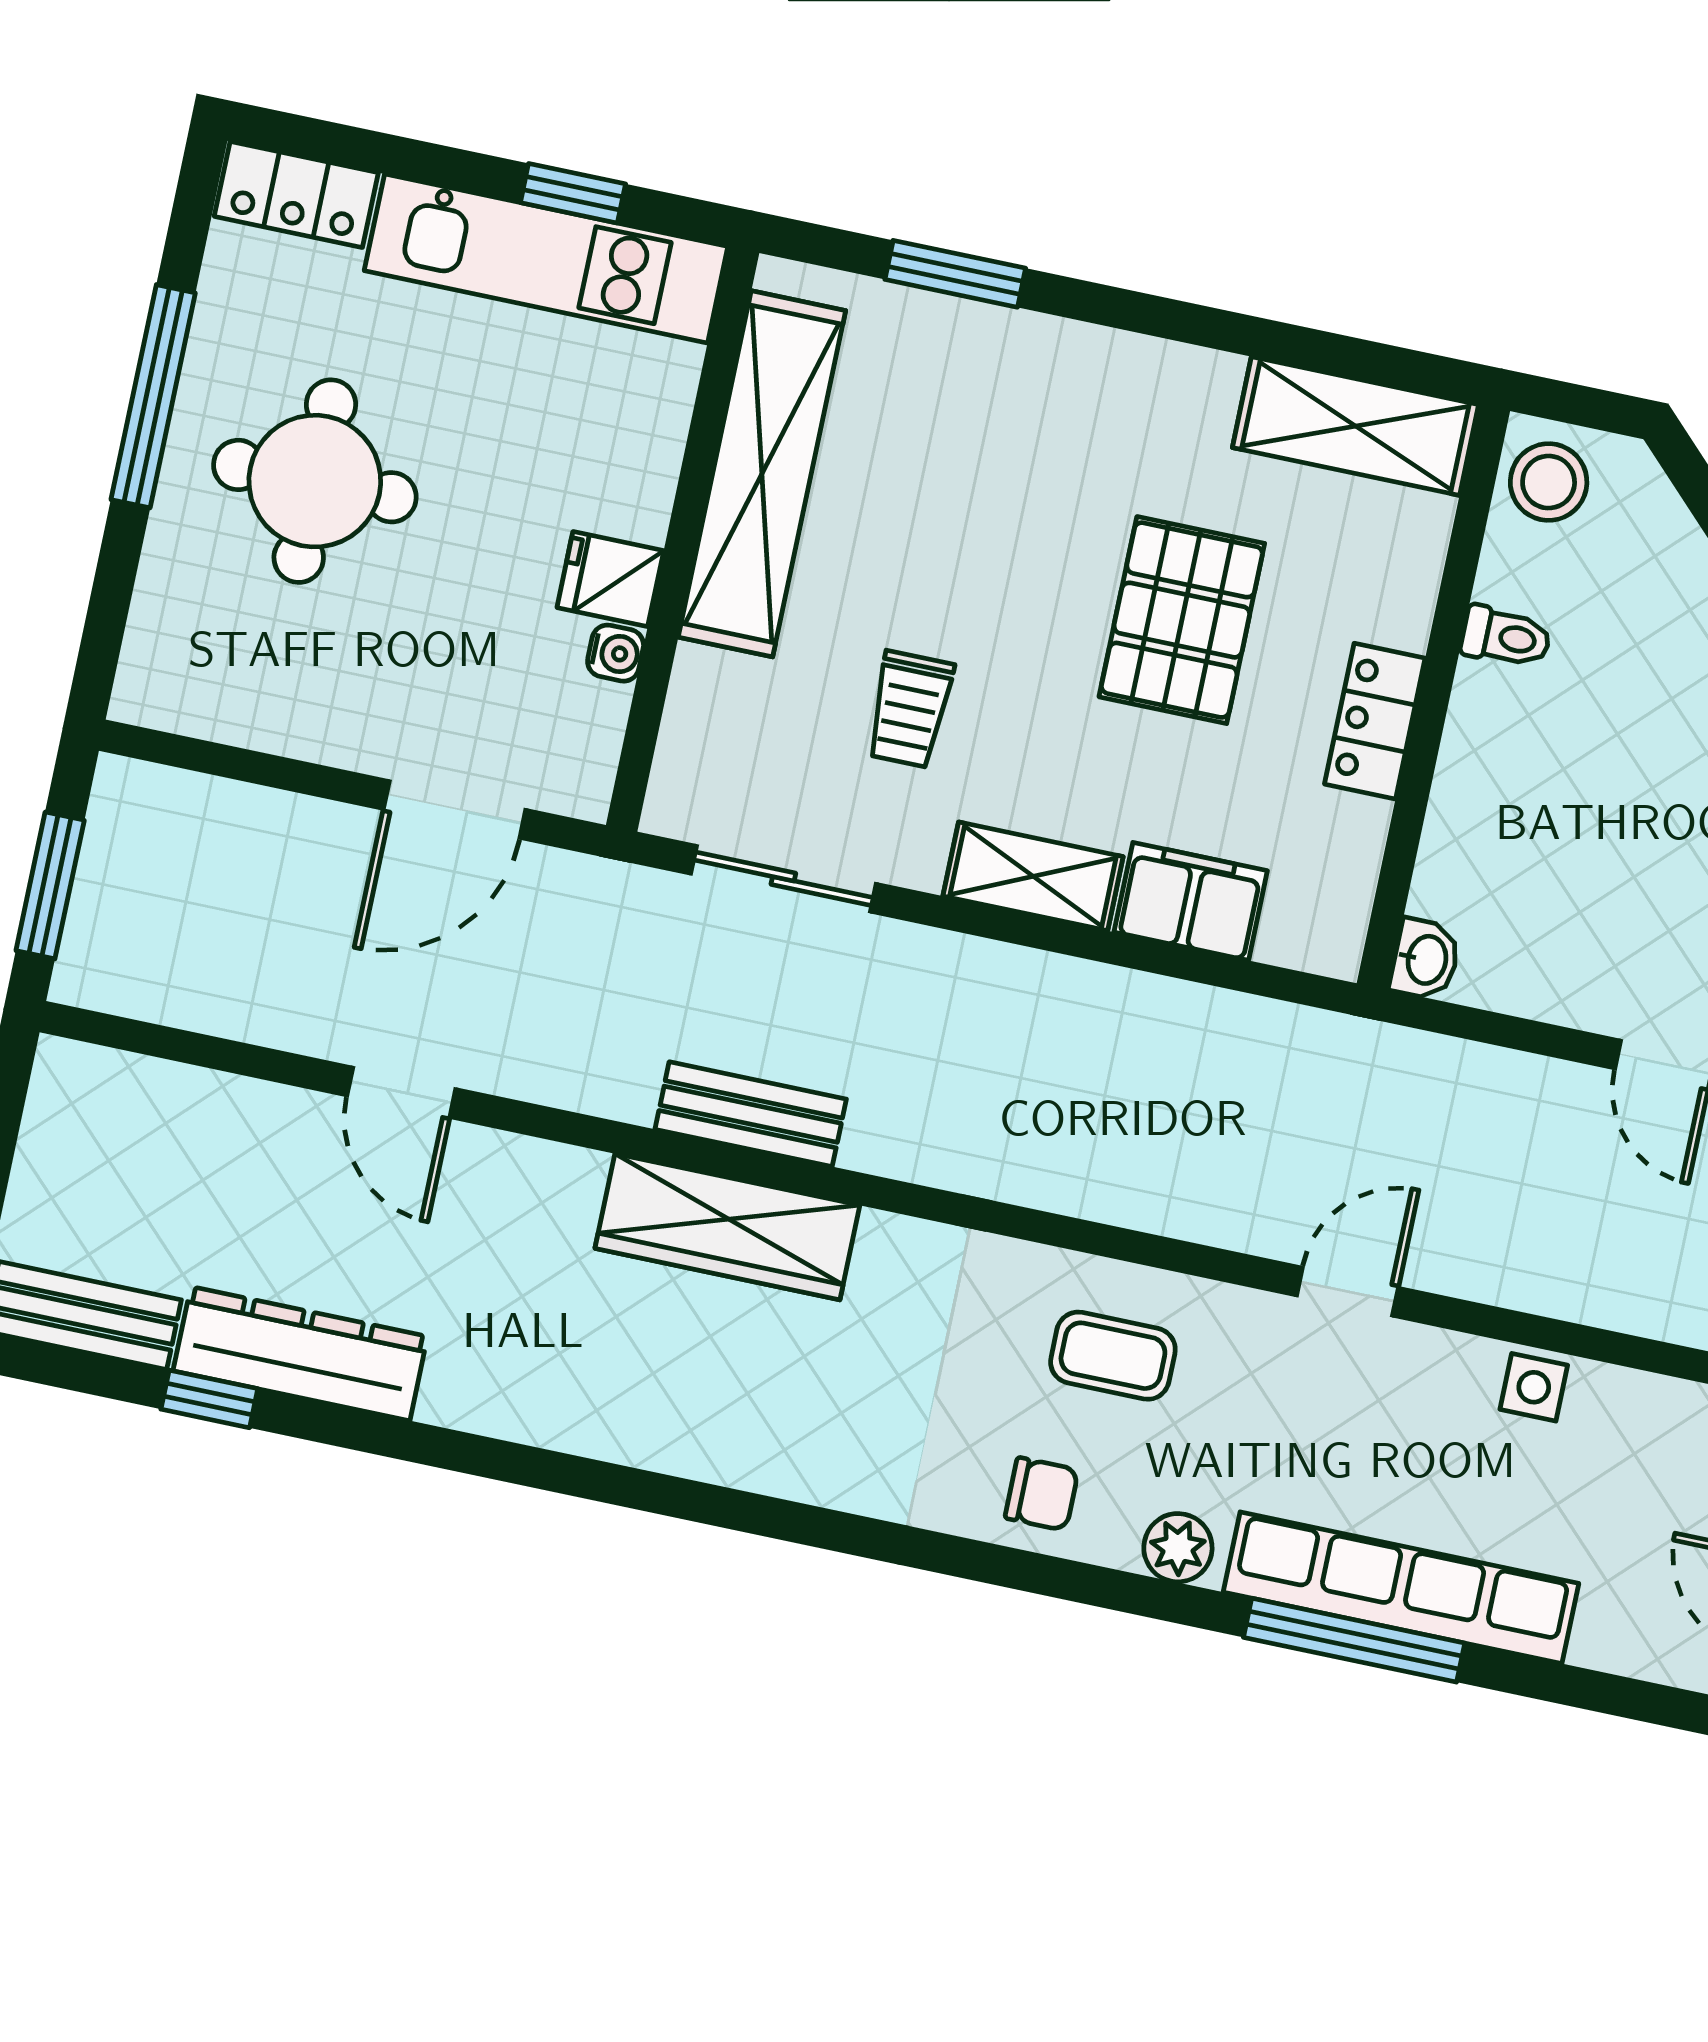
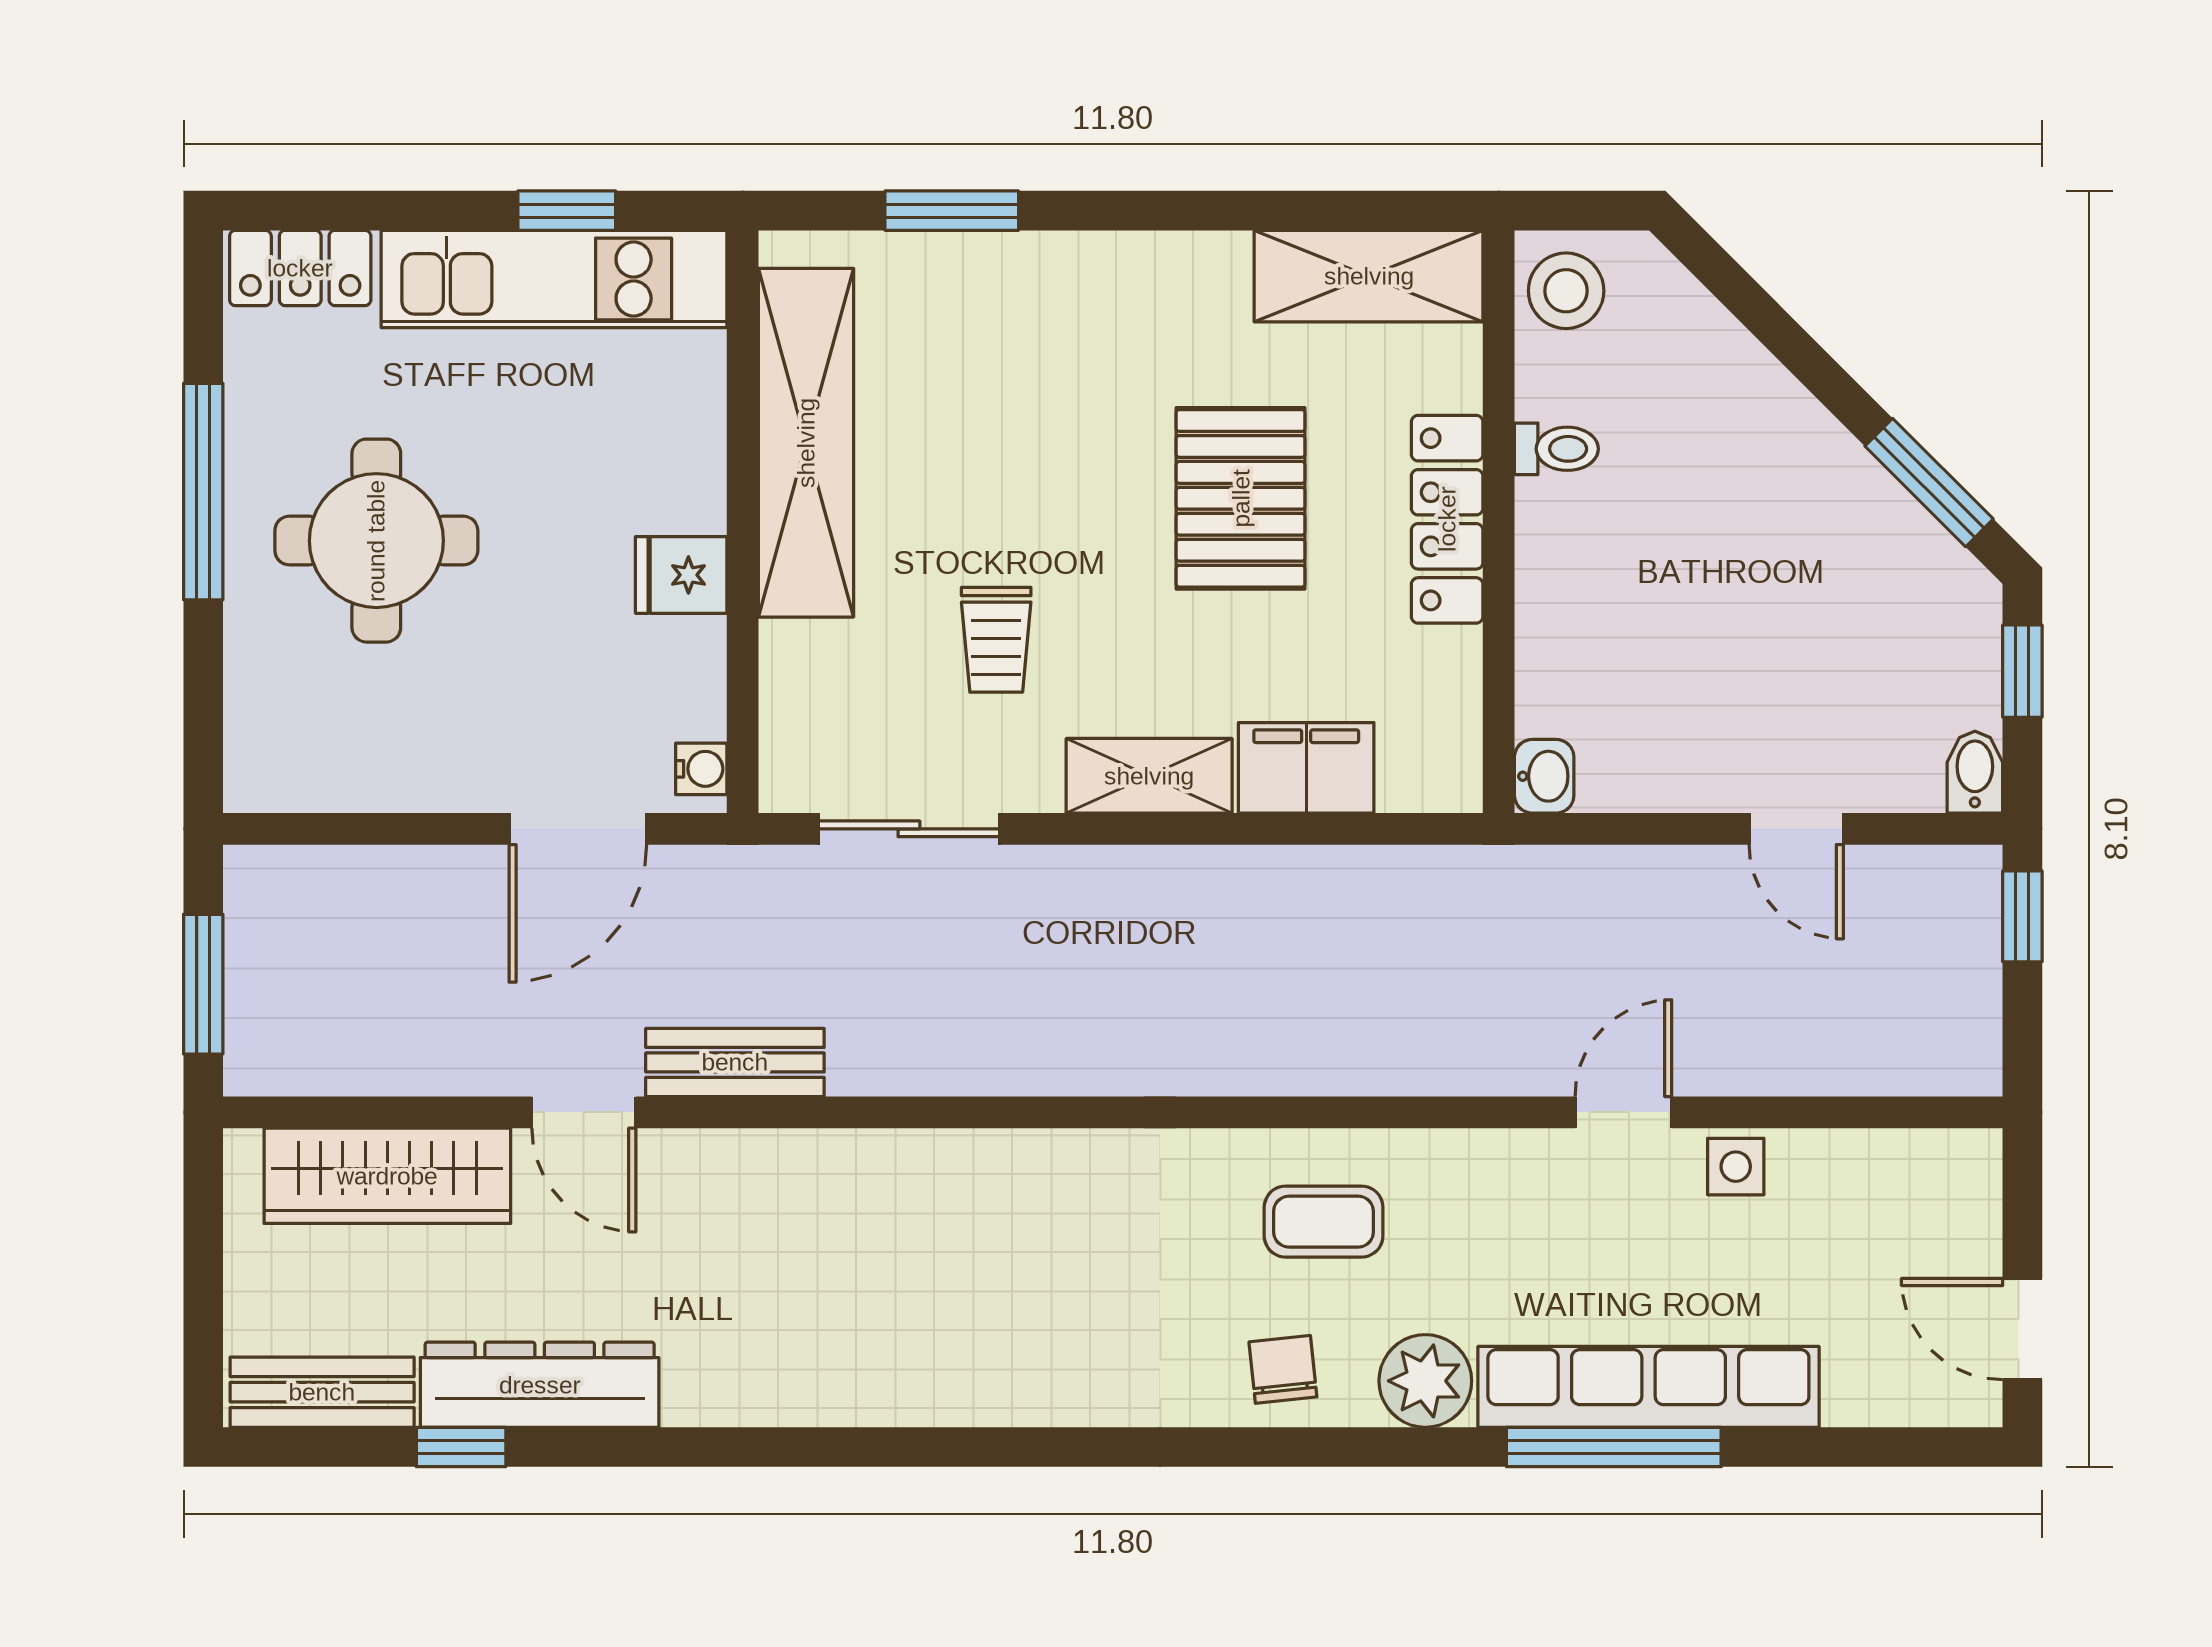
water cooler: (616, 653) -> (701, 769), moved
locker: (1375, 721) -> (1447, 519), width x1.53
bench: (751, 1114) -> (735, 1062), moved
wardrobe: (727, 1227) -> (387, 1176), moved
door: (1347, 1292) -> (1623, 1112), moved
chair: (1042, 1494) -> (1283, 1369), turned -96
plant: (1178, 1548) -> (1425, 1381), width x1.38, depth x1.38

